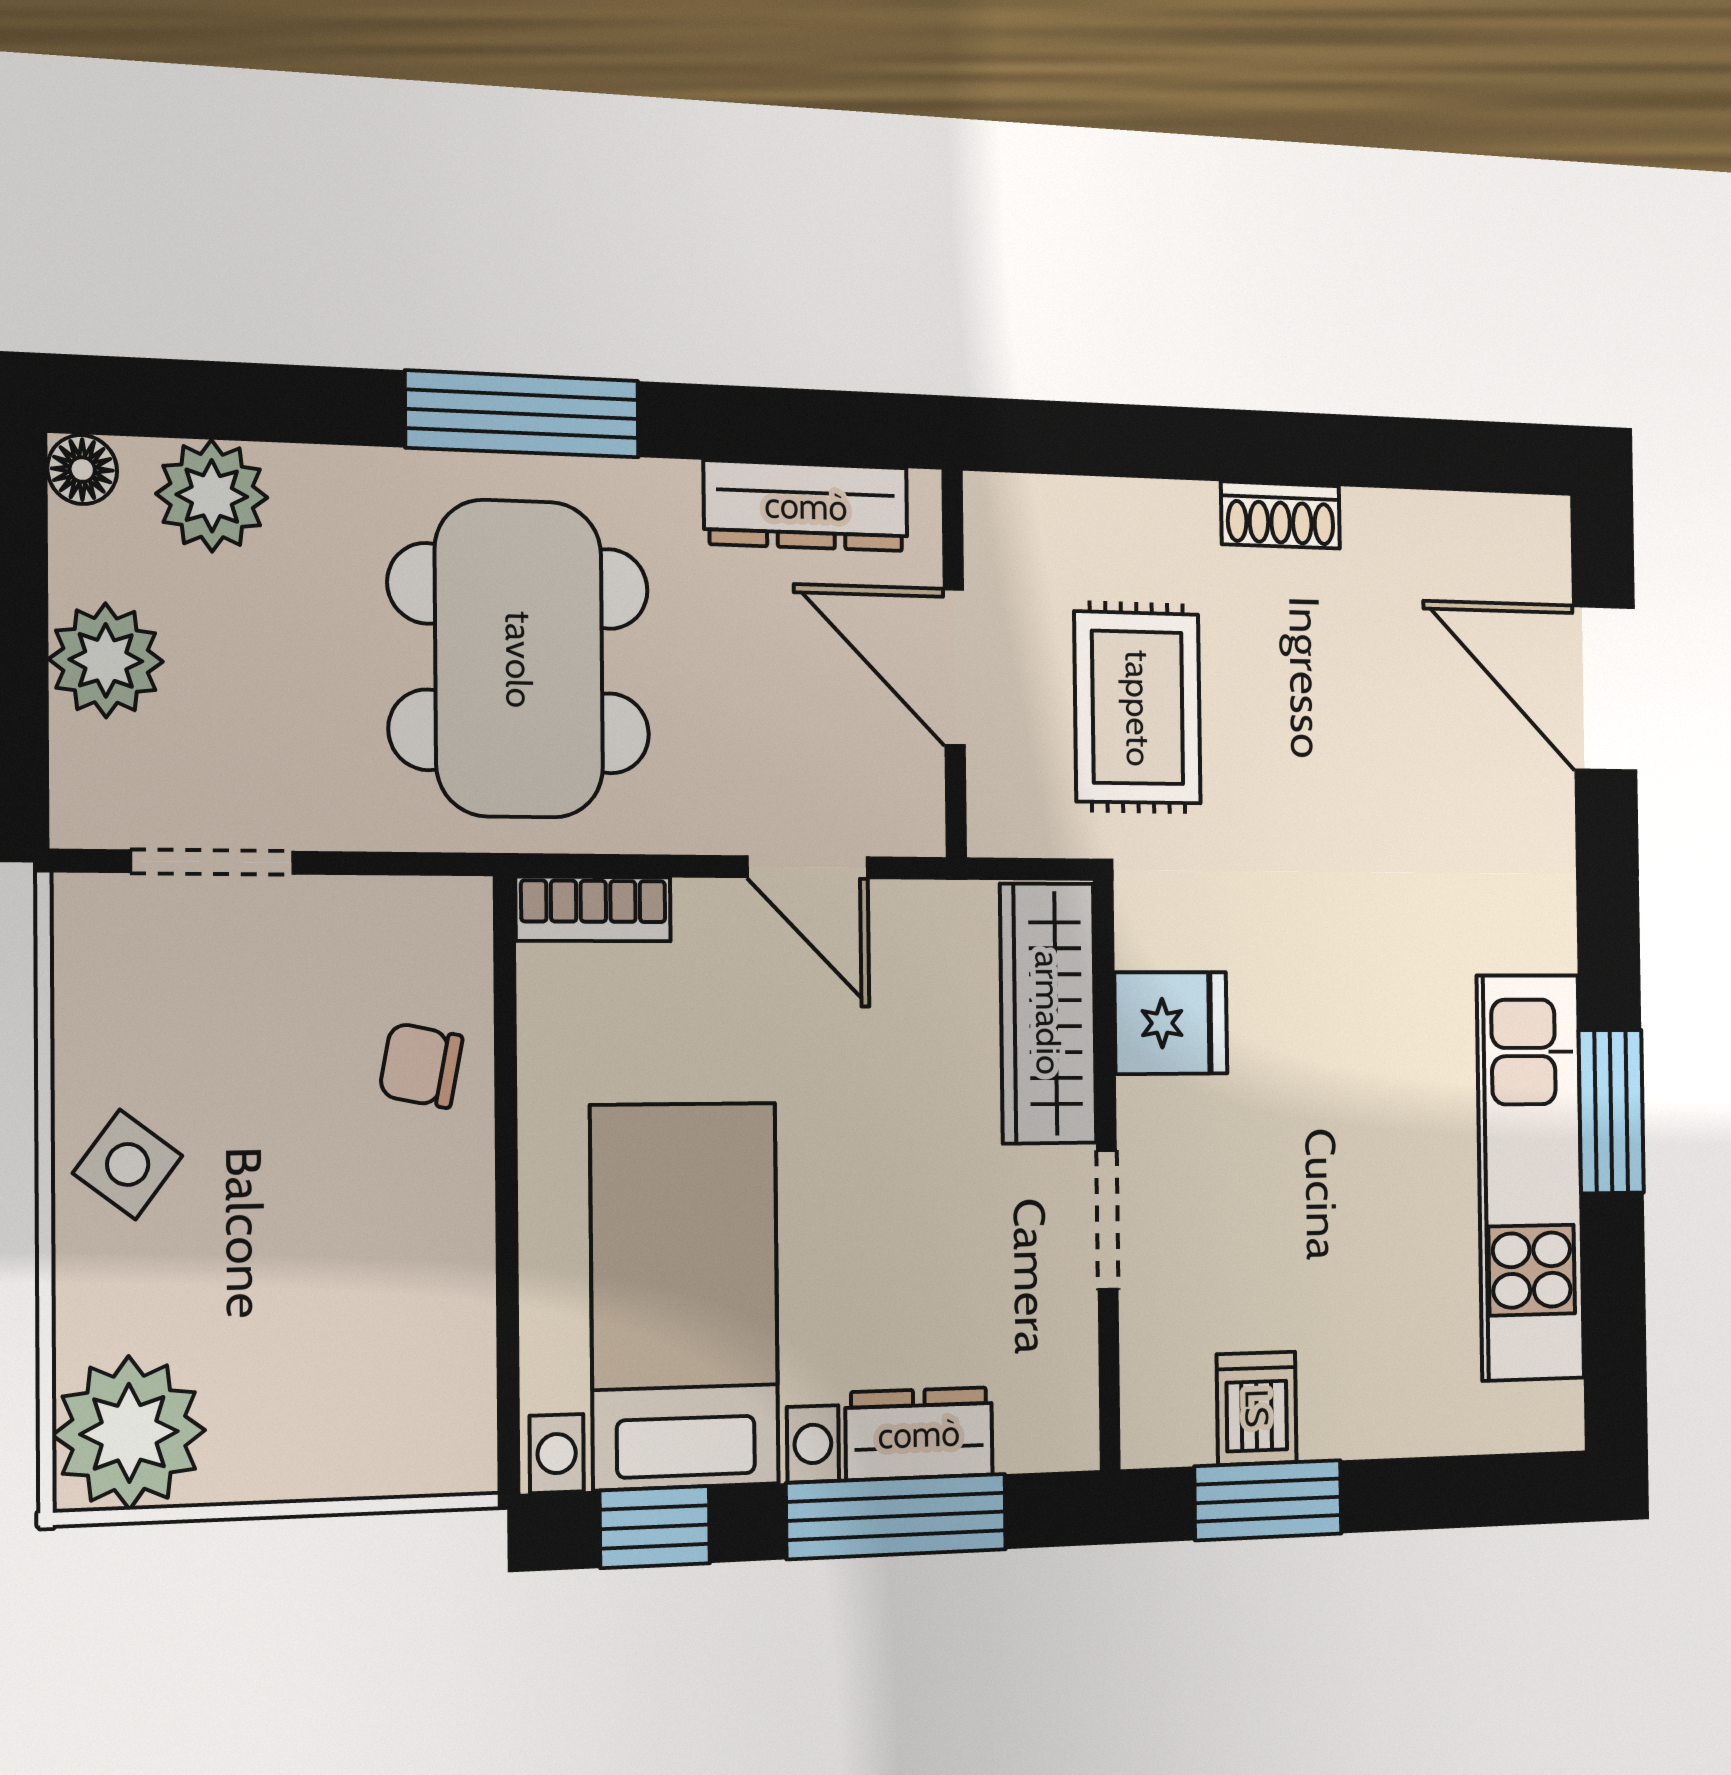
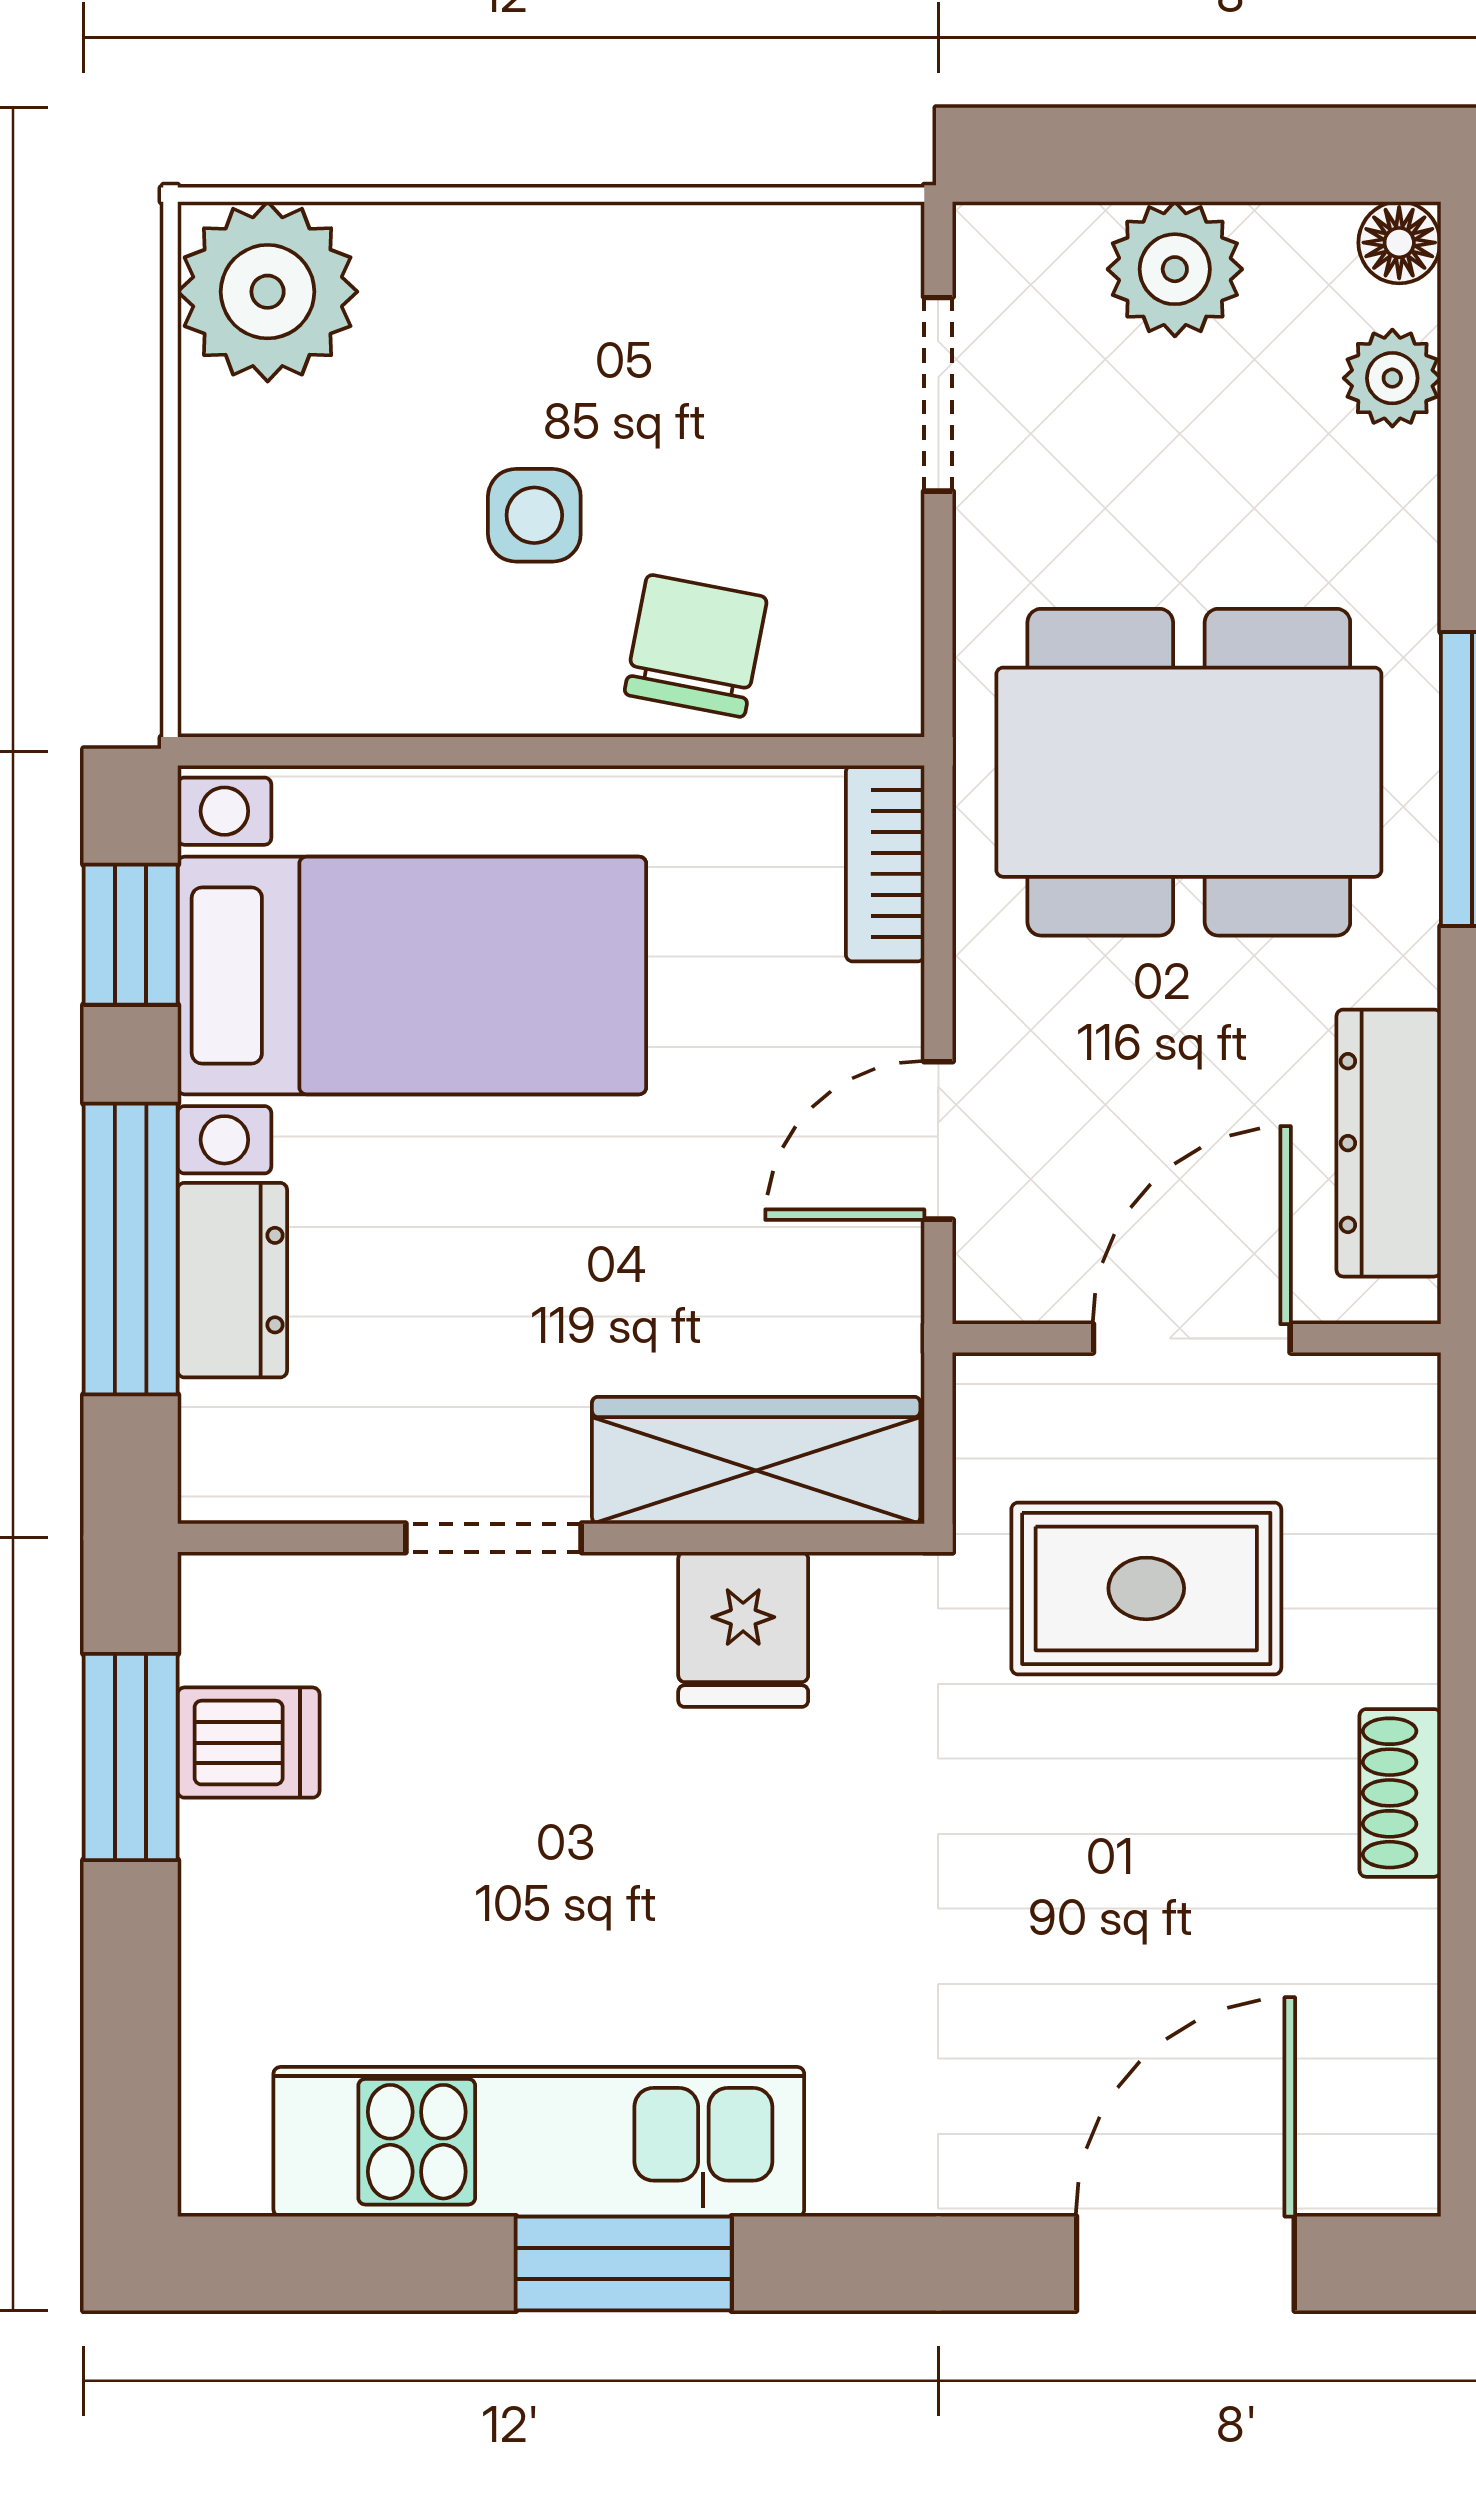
plant: (212, 496) -> (1392, 378), width x0.73, depth x0.73
chair: (421, 1065) -> (696, 646), width x1.37, depth x1.37
side table: (128, 1164) -> (534, 515), moved, turned -37

